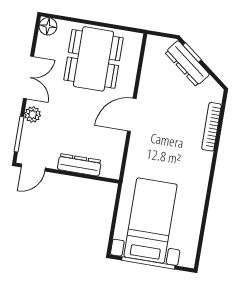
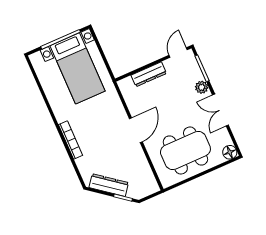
dining table: (93, 59) -> (185, 150), turned 90
dresser: (187, 63) -> (109, 185), moved
bookcase: (211, 127) -> (70, 140), moved

